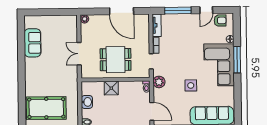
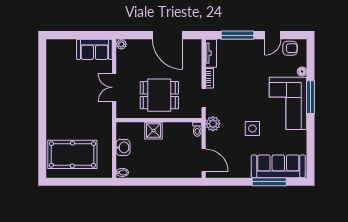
sofa: (33, 43) -> (94, 49), moved, turned 90

